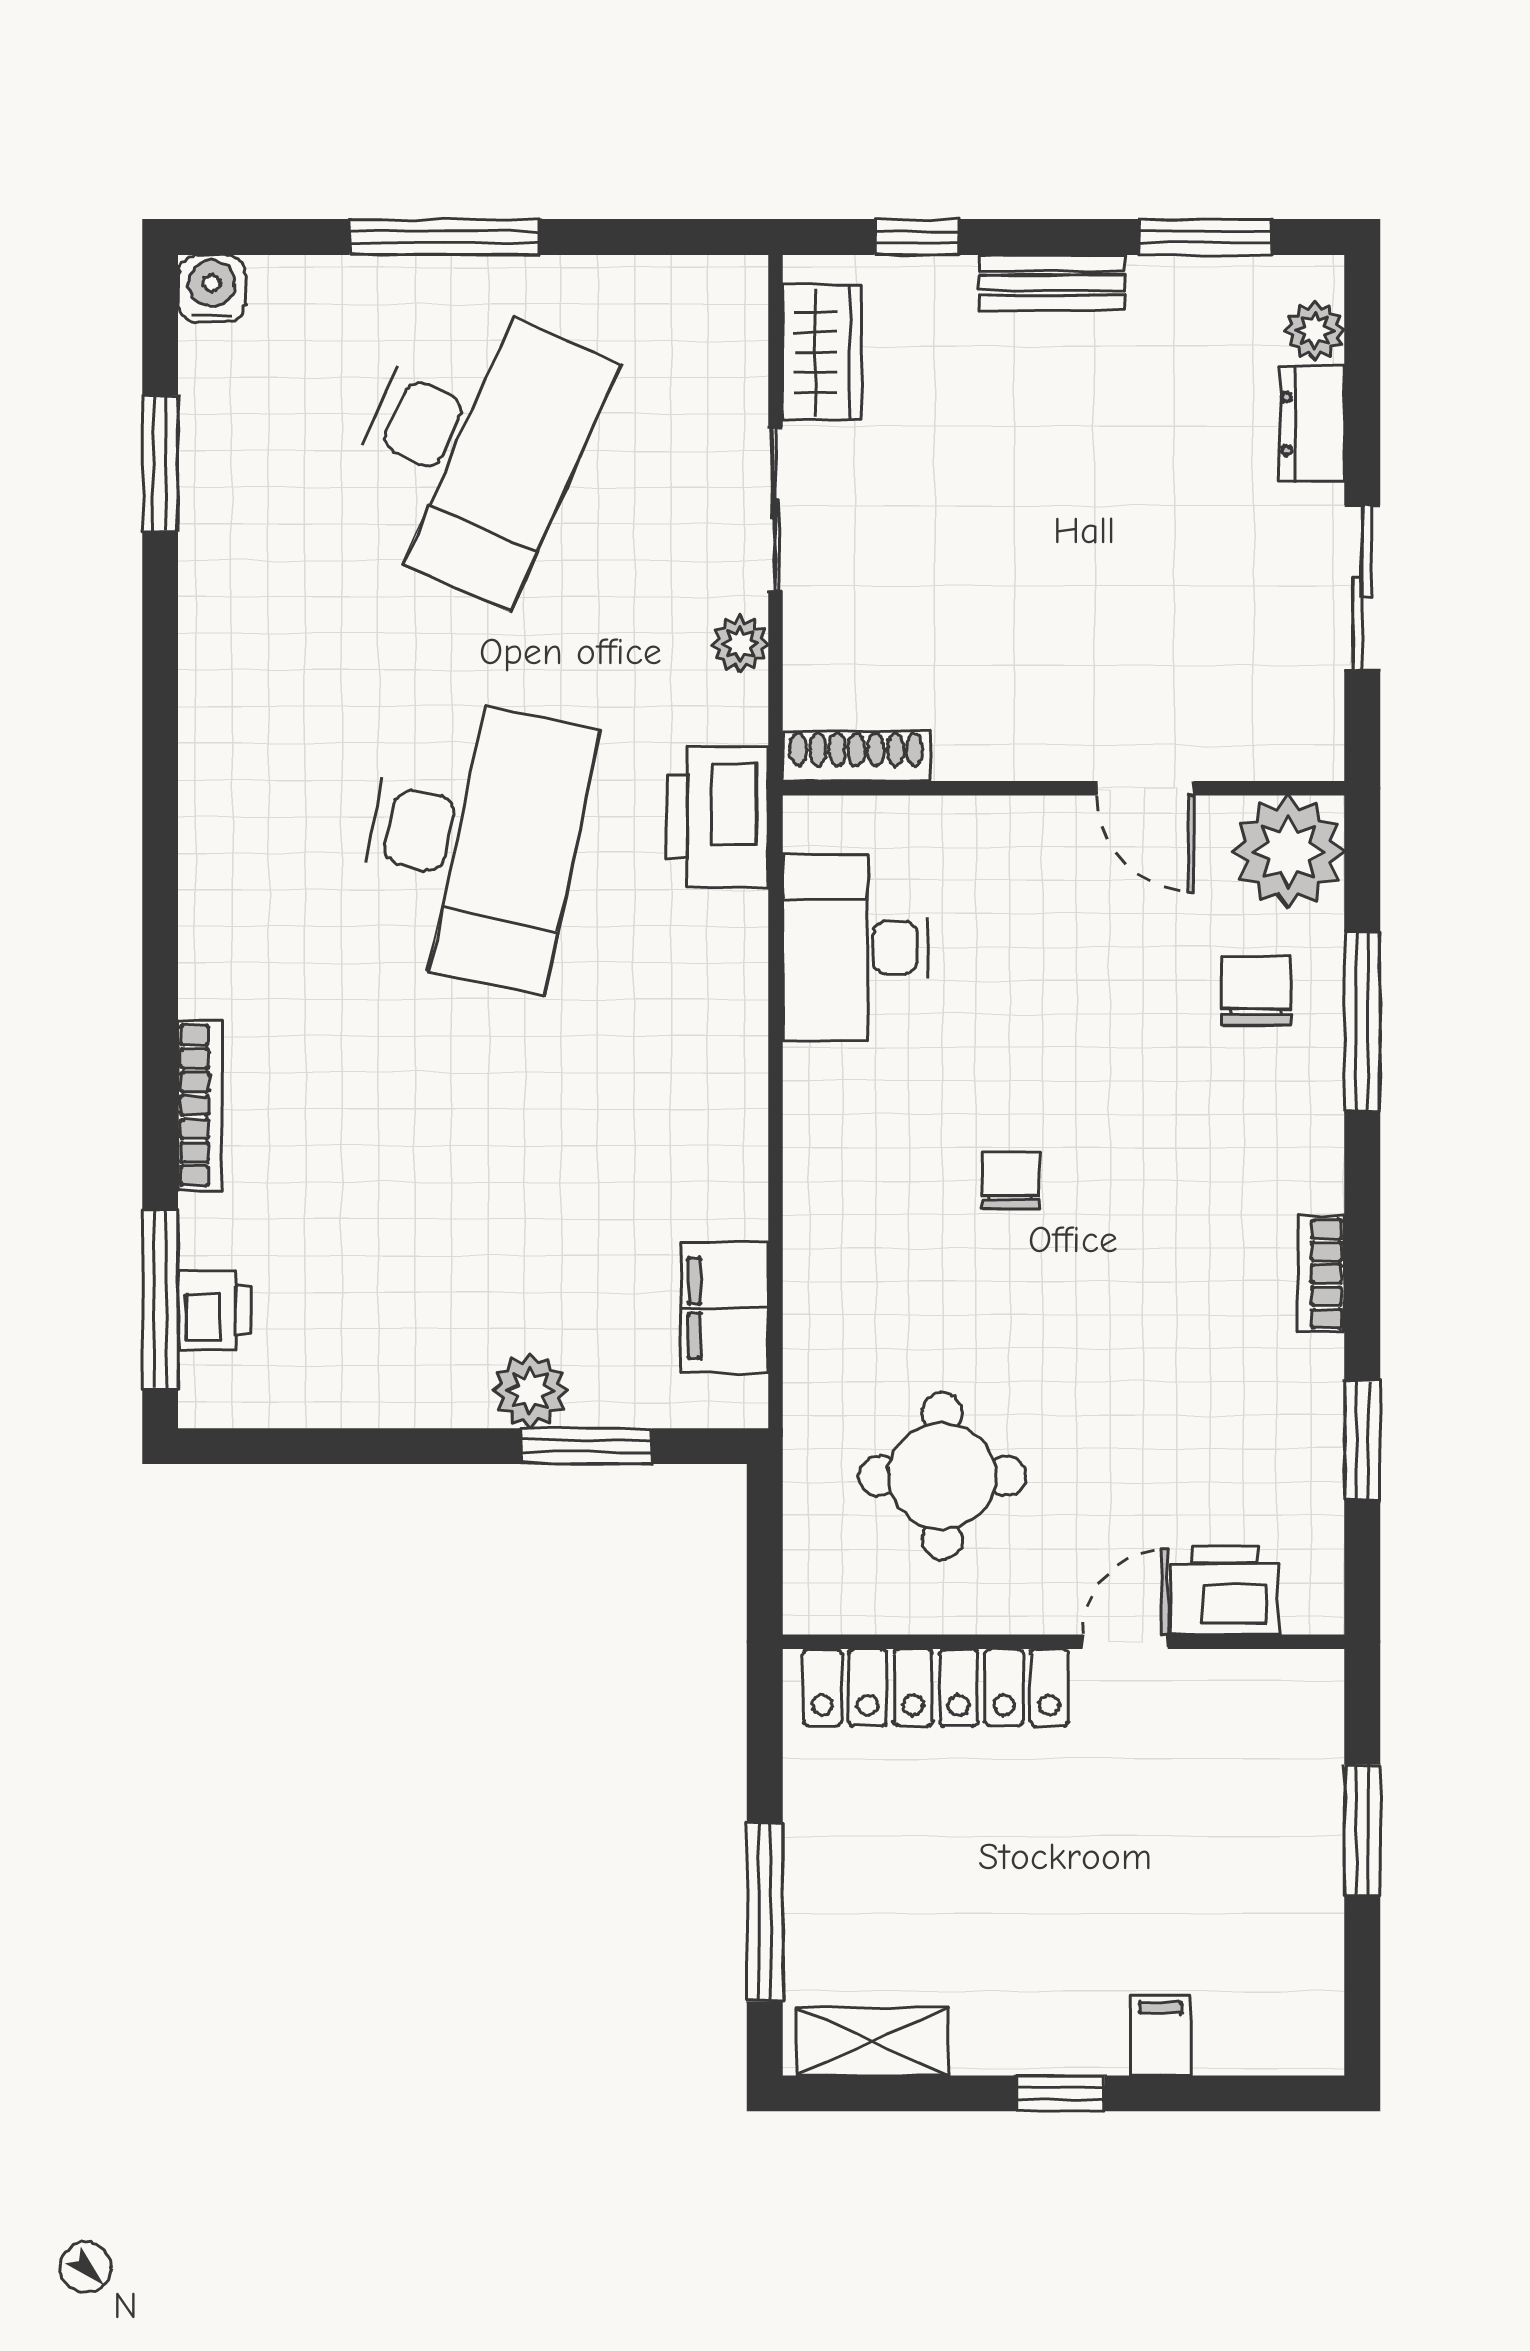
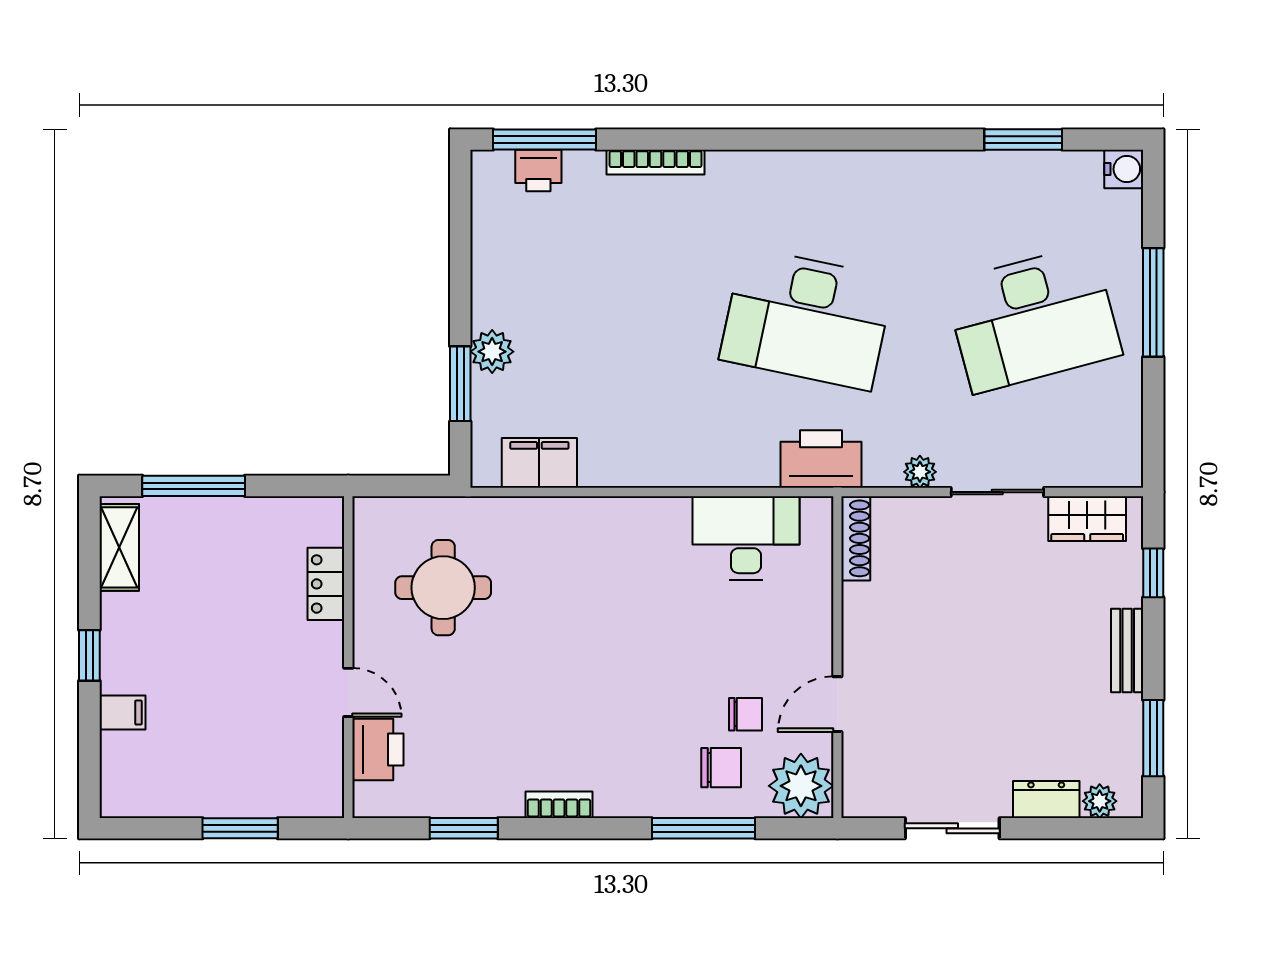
desk: (473, 447) -> (1033, 319), turned -39
chair: (1011, 1181) -> (745, 714), moved
locker: (936, 1687) -> (326, 584), width x0.46, depth x0.83

